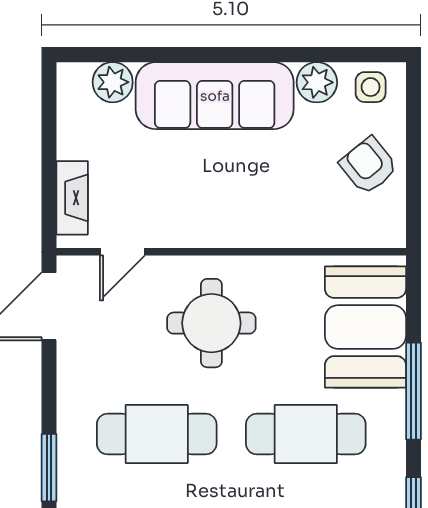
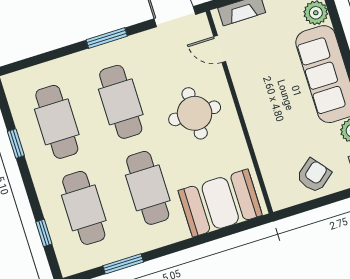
window: (414, 391) -> (192, 242), removed
window: (49, 468) -> (107, 38), moved

